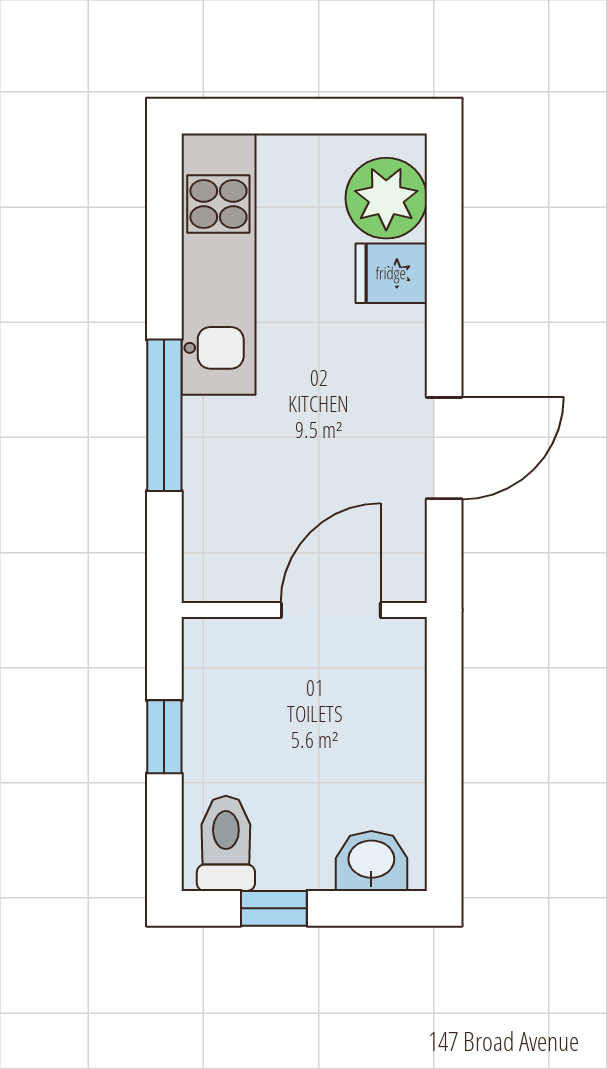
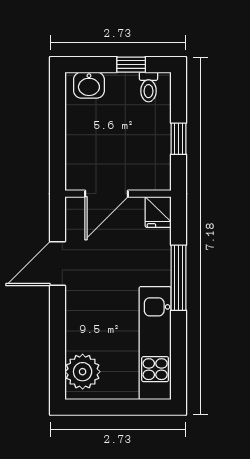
fridge: (391, 273) -> (158, 212), moved, turned 90
toilet: (226, 843) -> (148, 87), width x0.73, depth x0.72

